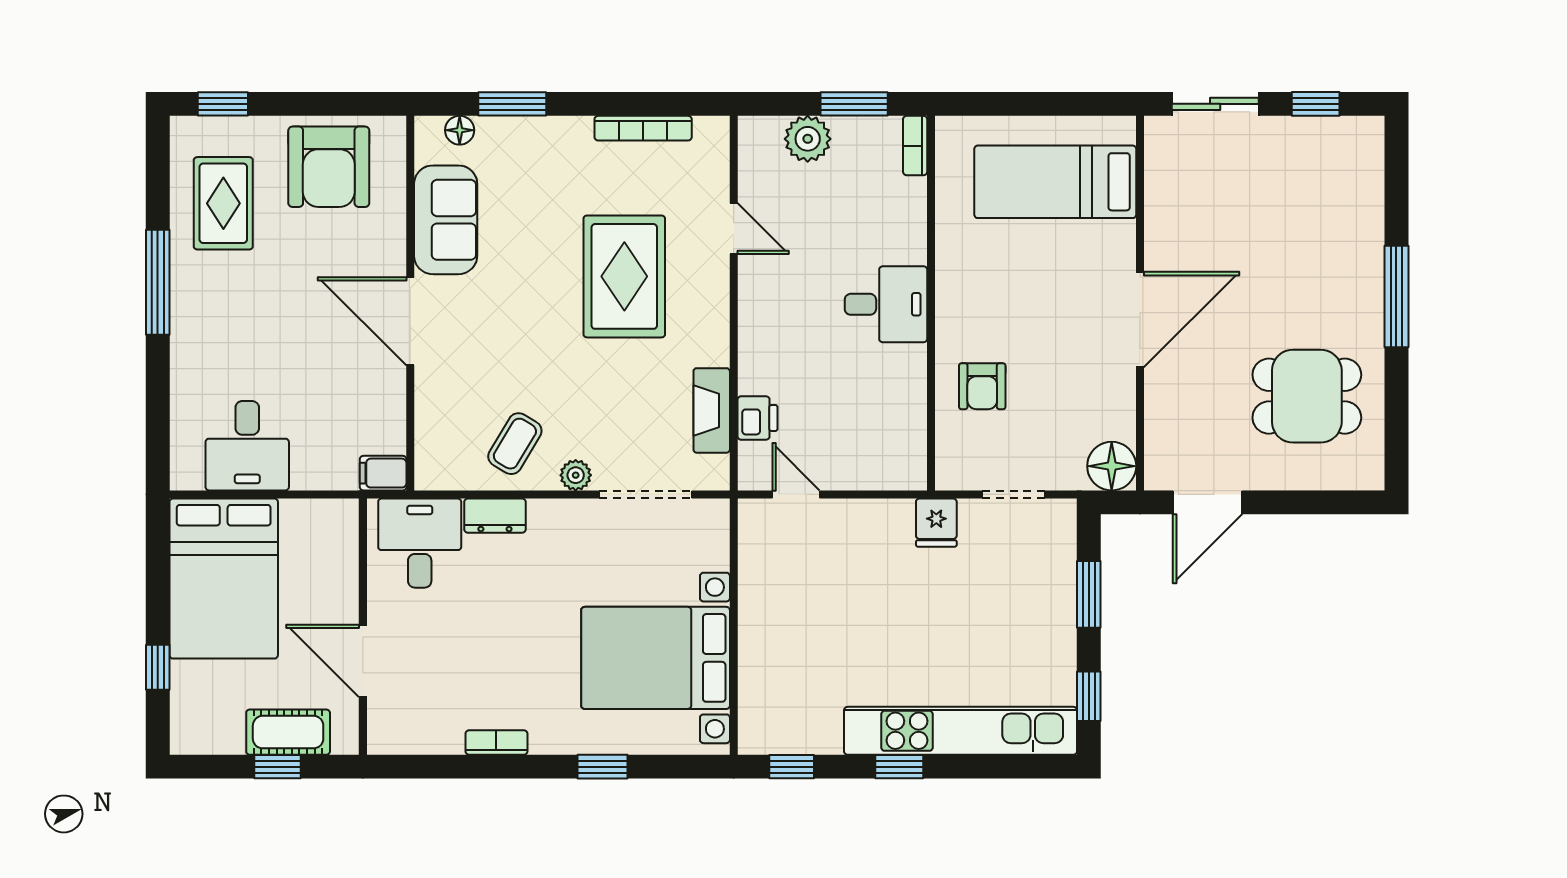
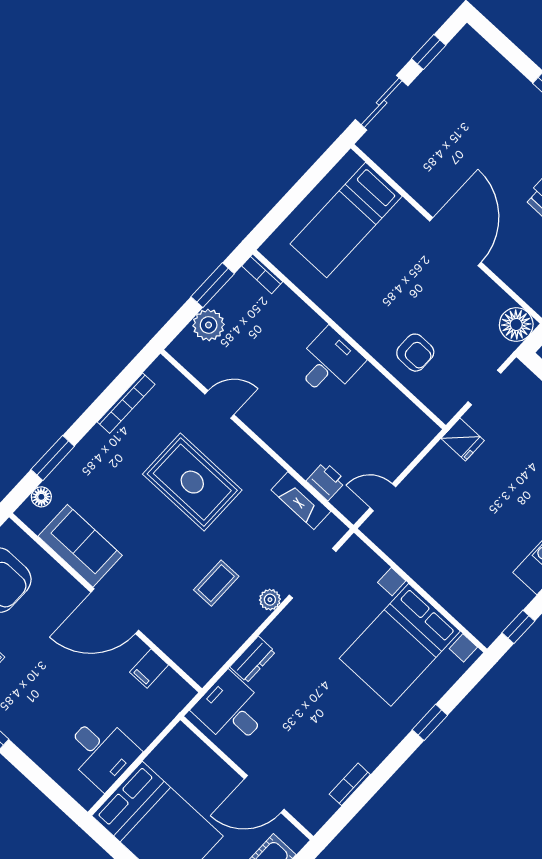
coffee table: (515, 444) -> (216, 583), moved, turned 59
filing cabinet: (383, 473) -> (149, 668), moved
bookcase: (496, 742) -> (350, 784), moved

